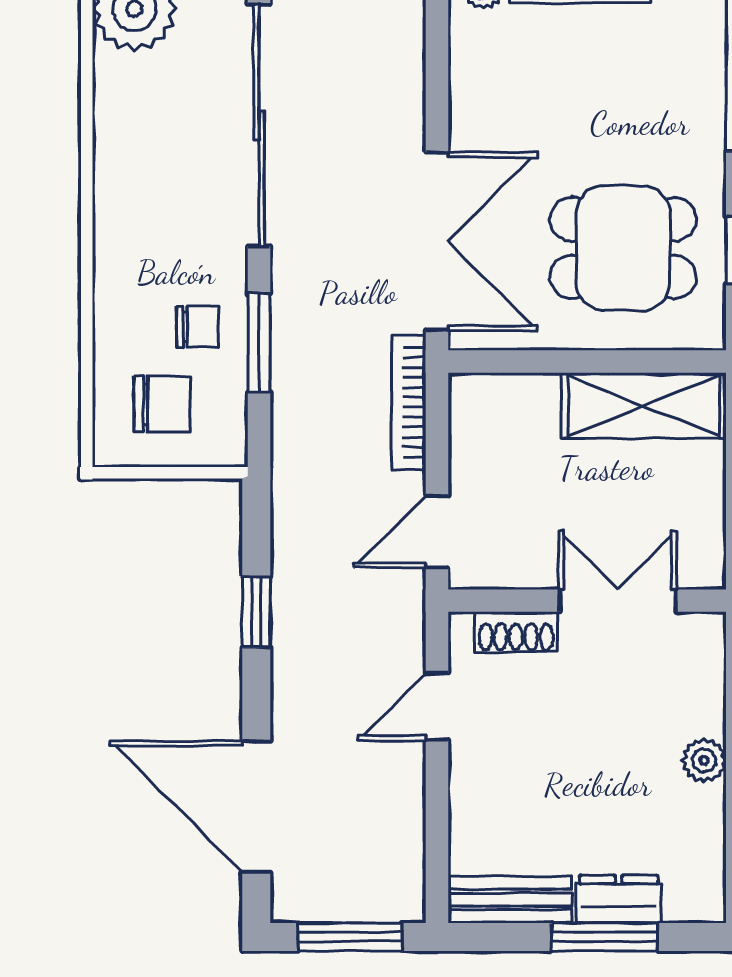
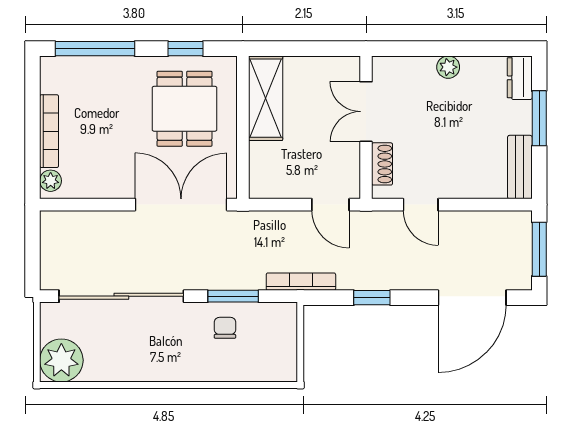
bookcase: (409, 402) -> (301, 282), moved, turned 180
chair: (162, 404) -> (265, 346), removed
dresser: (619, 899) -> (520, 78), moved

